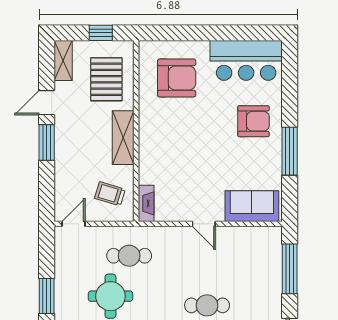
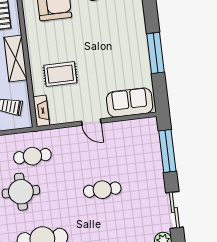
armchair: (254, 121) -> (122, 32), removed
rug: (174, 163) -> (60, 74), added

